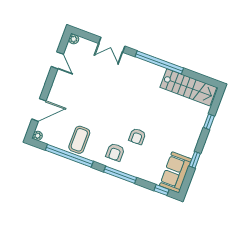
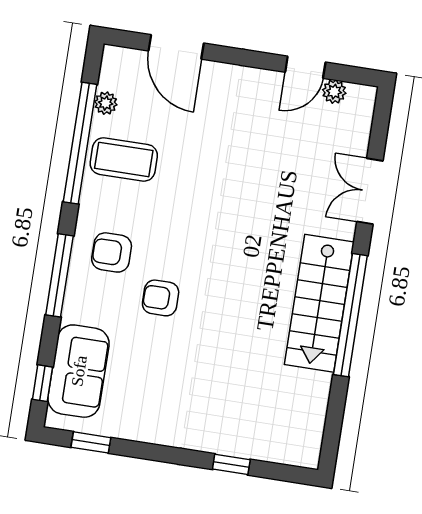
plant: (74, 39) -> (334, 92), moved
stairs: (188, 87) -> (319, 303), moved
plant: (38, 136) -> (106, 103), moved
window: (195, 160) -> (91, 442), moved
sofa: (176, 172) -> (79, 371), moved, turned 90

